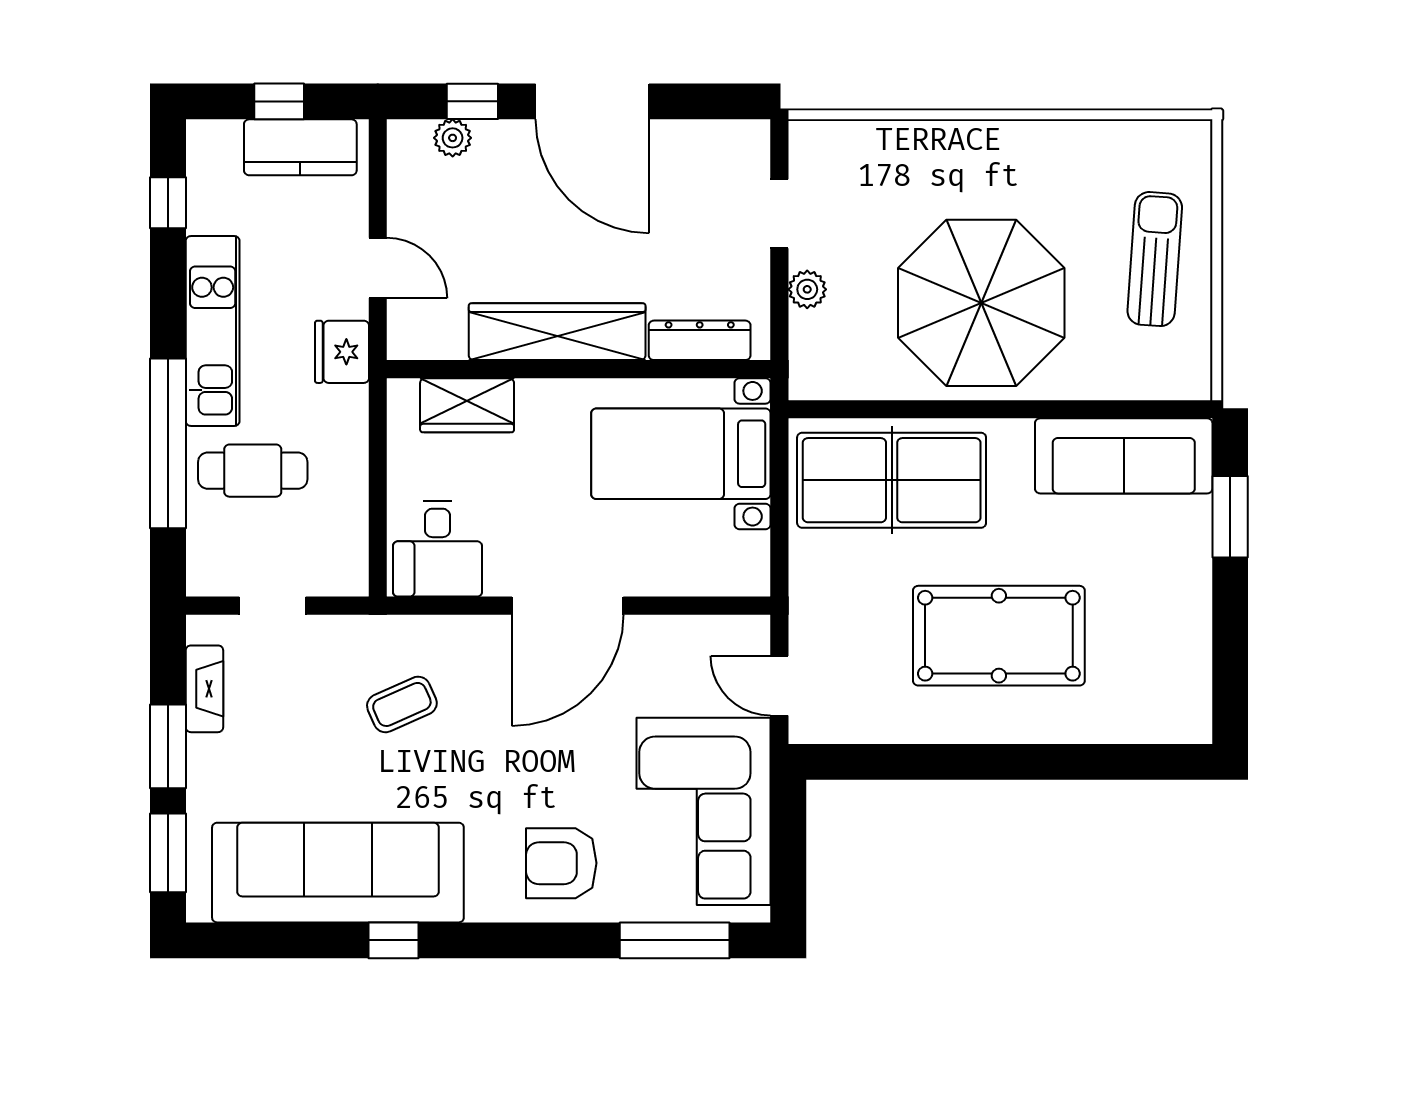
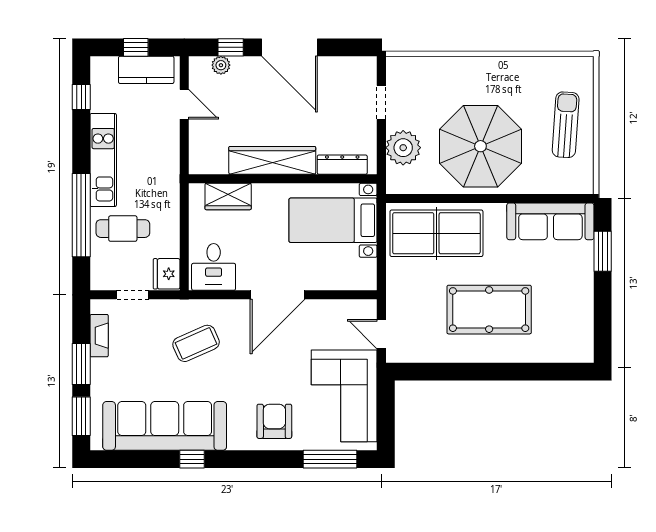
door: (378, 268) -> (184, 104), moved
plant: (807, 289) -> (403, 148), width x1.87, depth x1.87
fridge: (342, 352) -> (167, 274), moved
coffee table: (402, 704) -> (196, 343), width x1.36, depth x1.30
armchair: (561, 863) -> (274, 421), turned 90

